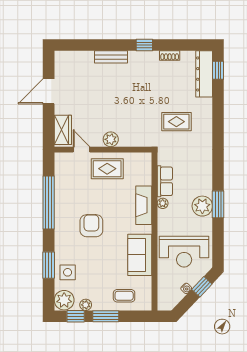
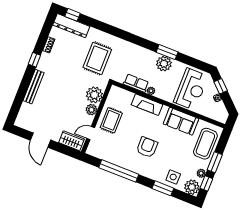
bench: (111, 57) -> (34, 87), width x1.36
rug: (176, 122) -> (97, 58), width x1.36, depth x1.43
plant: (130, 136) -> (94, 95), added
armchair: (91, 226) -> (147, 147), turned 90
coffee table: (124, 296) -> (205, 144), width x1.86, depth x1.72

